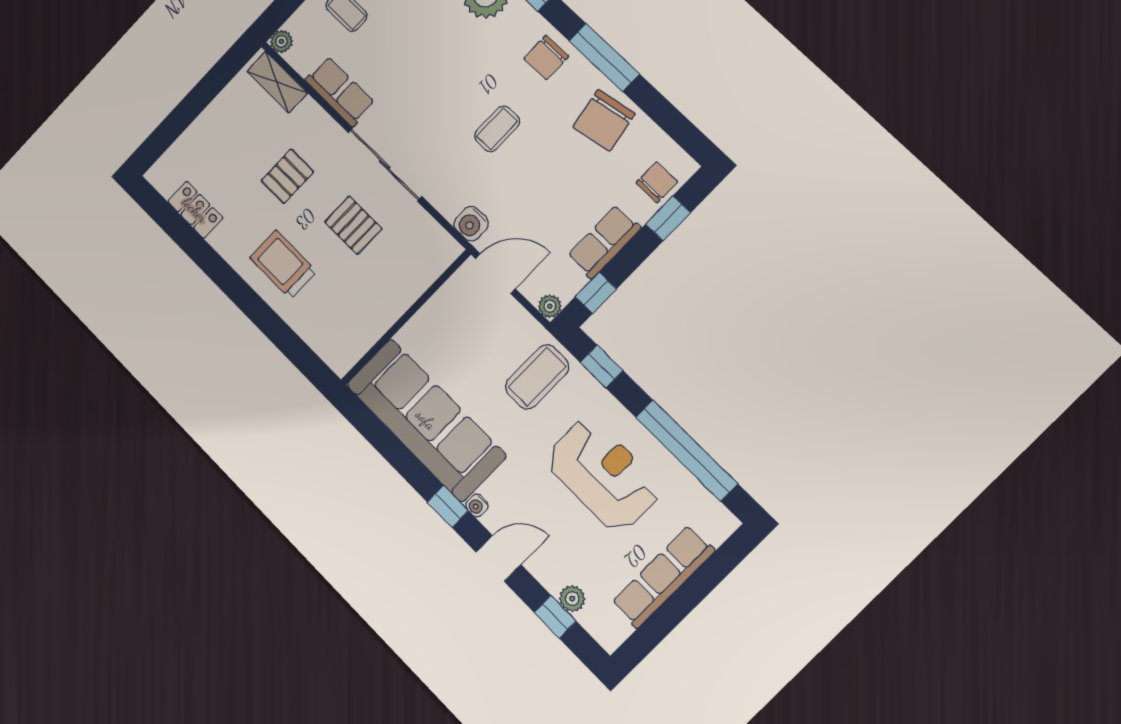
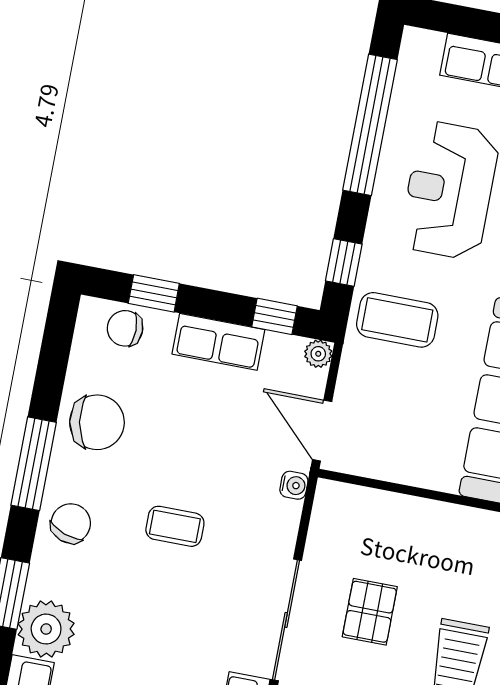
chair: (546, 58) -> (71, 523), turned -70
water cooler: (471, 224) -> (294, 485), width x0.72, depth x0.72

